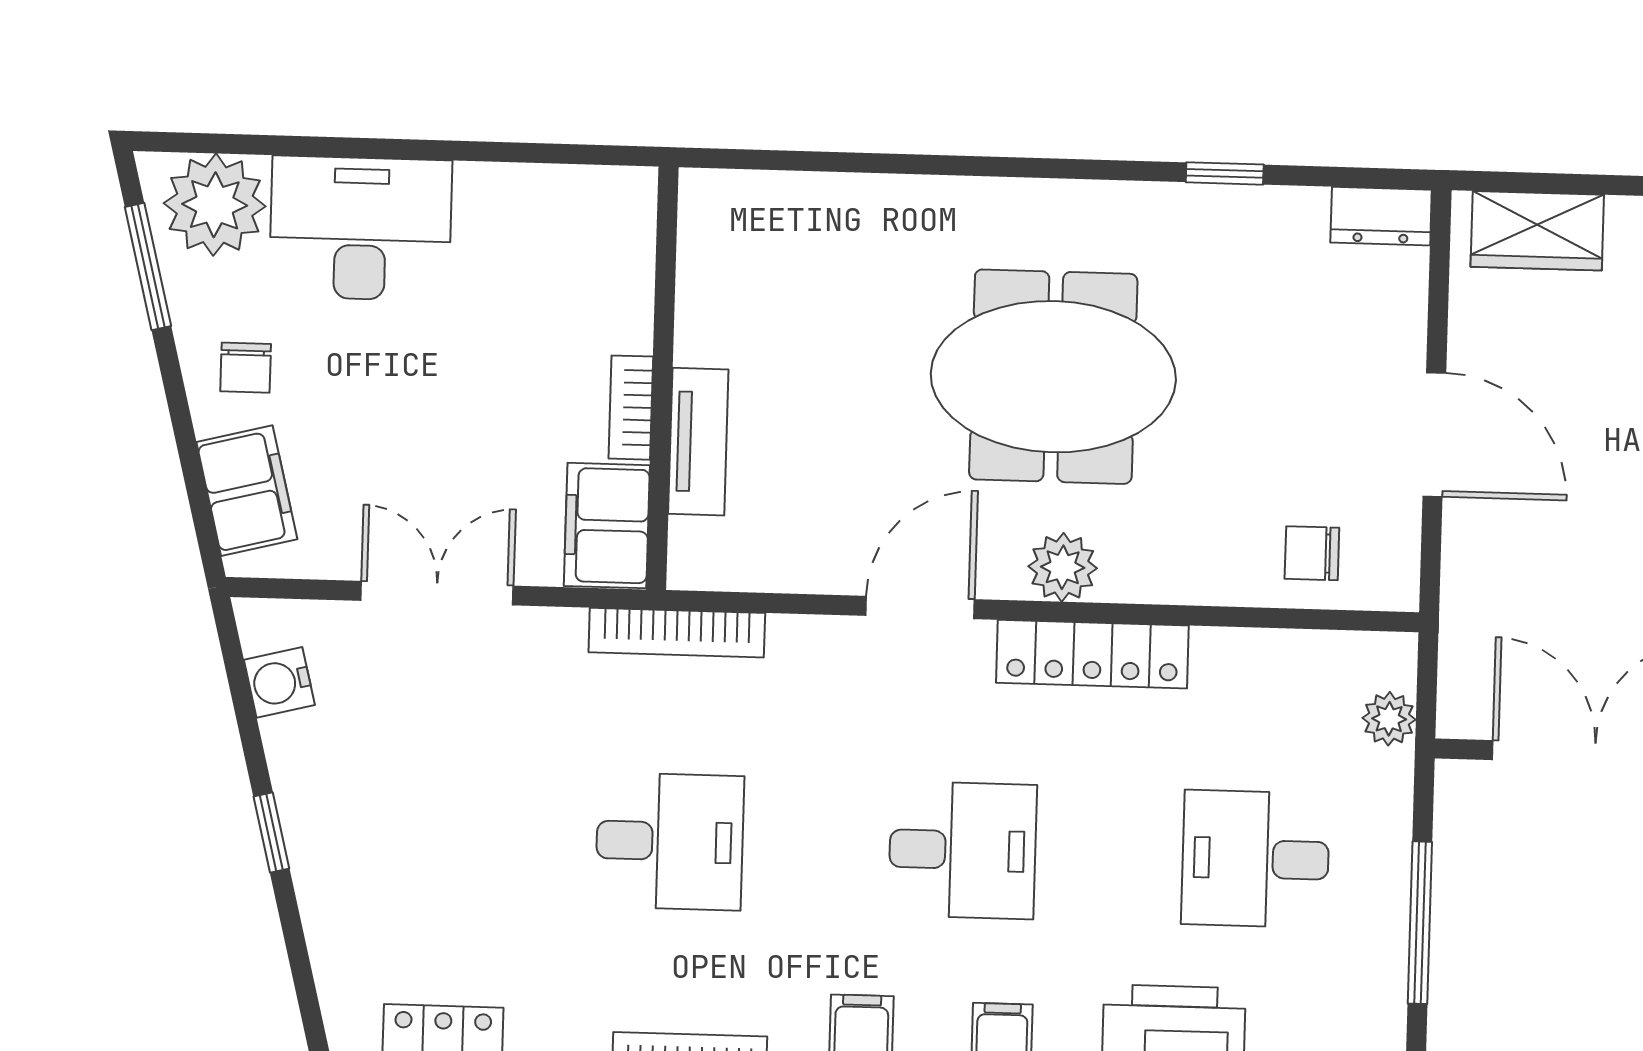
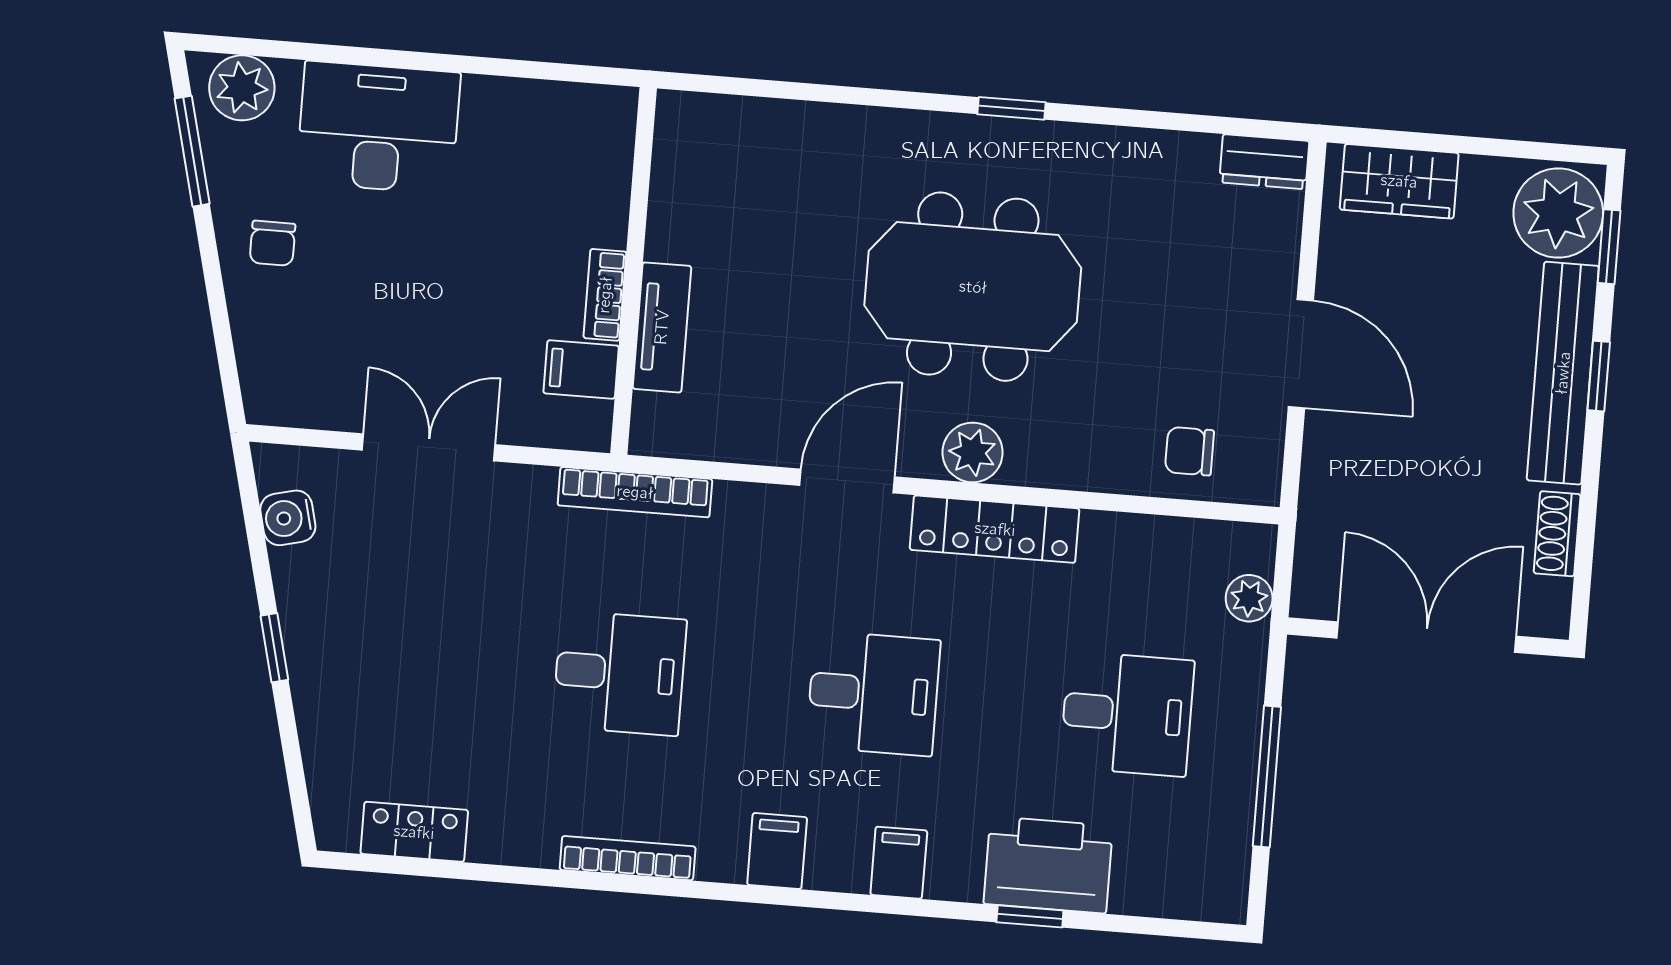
window: (1225, 173) -> (1011, 108), moved
plant: (215, 205) -> (242, 88), width x0.73, depth x0.73
filing cabinet: (247, 491) -> (268, 350), removed
filing cabinet: (607, 526) -> (581, 369), width x0.50
desk: (1256, 859) -> (1127, 714), turned 180

